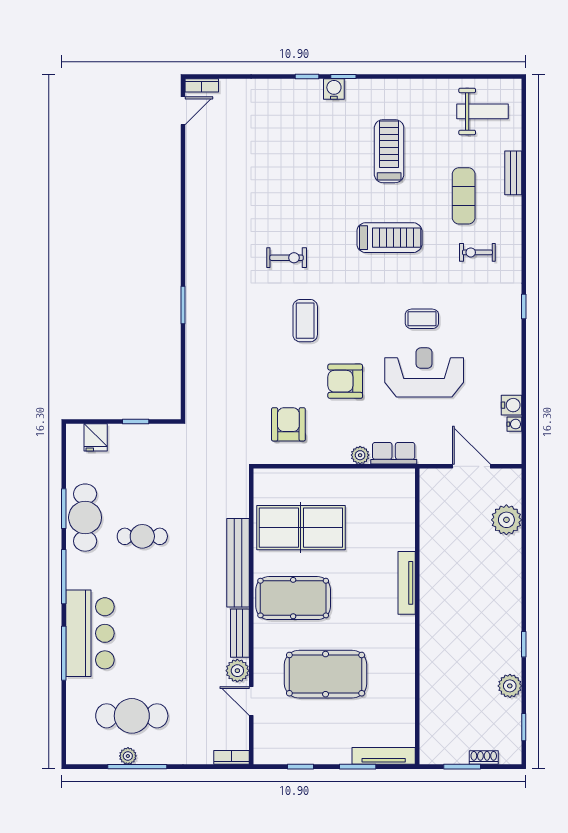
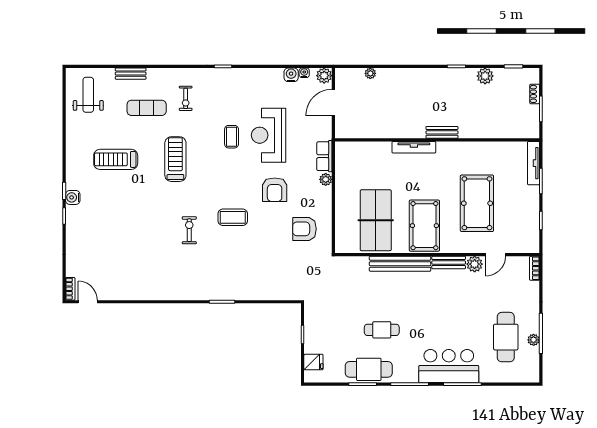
plant: (510, 453) -> (324, 76), added
plant: (506, 520) -> (370, 73), width x0.53, depth x0.53
cafe table: (142, 536) -> (382, 330), turned 90
bench: (428, 623) -> (442, 132), added

